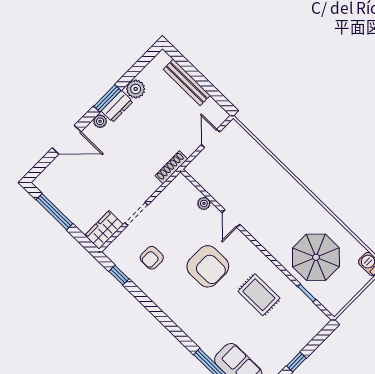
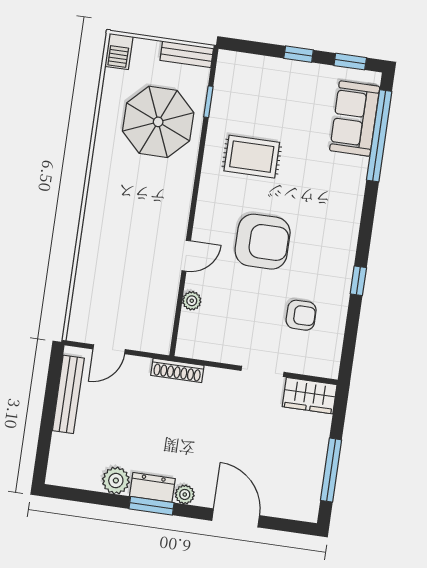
bench: (187, 82) -> (68, 394), moved
armchair: (208, 266) -> (263, 242), turned 90
window: (119, 275) -> (358, 281), moved
rug: (259, 295) -> (252, 157), turned 90
bench: (342, 300) -> (187, 54), added

